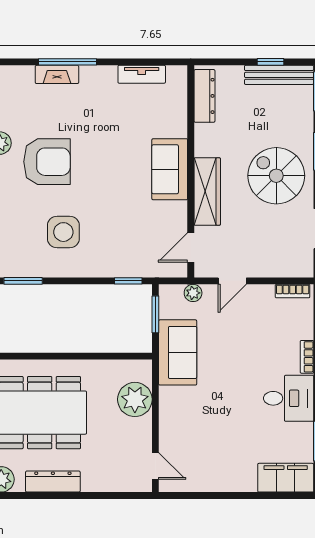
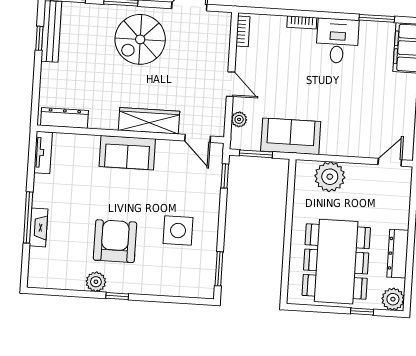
dresser: (204, 96) -> (64, 118), moved
sofa: (170, 169) -> (127, 153), moved
wall: (191, 171) -> (130, 134), moved
wardrobe: (207, 192) -> (149, 121), moved
door: (191, 248) -> (198, 138), moved

